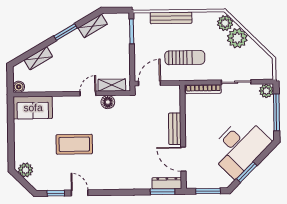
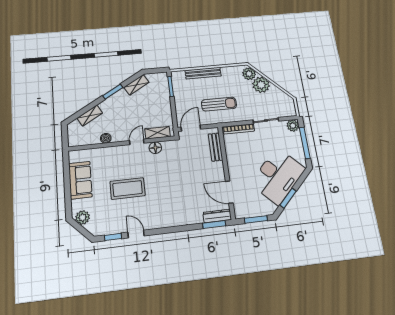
boiler: (19, 87) -> (106, 138), moved
sofa: (33, 108) -> (80, 180), moved, turned -90
bench: (175, 129) -> (215, 147), moved

